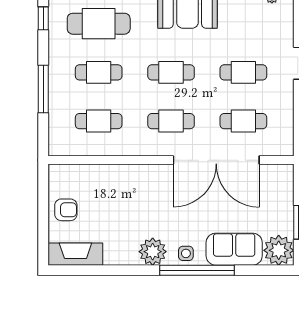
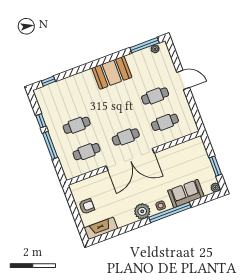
window: (43, 18) -> (41, 121), moved
cafe table: (99, 24) -> (67, 99), removed
cafe table: (171, 72) -> (116, 111), removed
double door: (216, 160) -> (130, 159), moved
plant: (279, 250) -> (215, 187), width x0.53, depth x0.53

